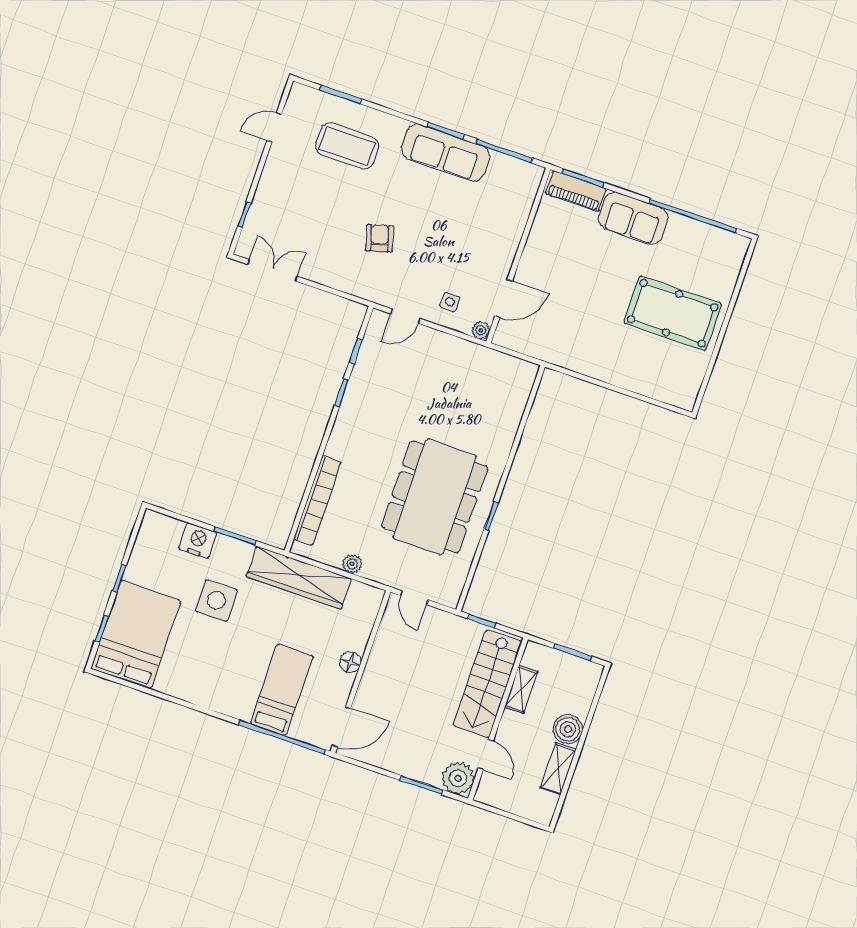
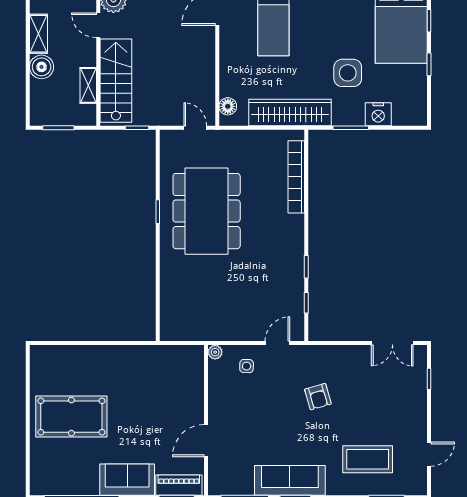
door: (504, 298) -> (206, 441), moved
plant: (352, 564) -> (253, 137), removed
floor lamp: (350, 662) -> (228, 106), moved

